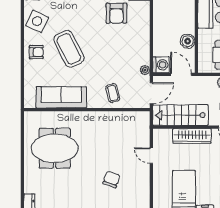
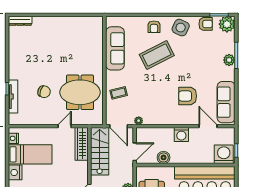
washing machine: (161, 65) -> (181, 134), moved
wardrobe: (192, 136) -> (82, 144), moved
meeting table: (55, 148) -> (80, 92), moved, turned 90

